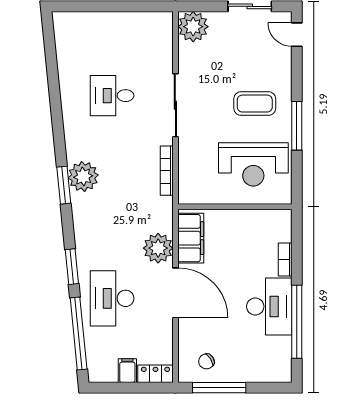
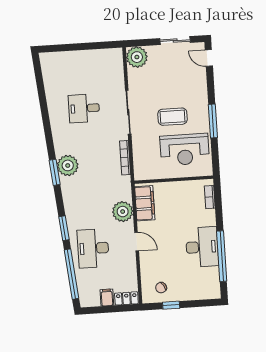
coffee table: (255, 104) -> (173, 117), moved
bookcase: (285, 260) -> (210, 197), moved
door: (175, 293) -> (137, 242), width x0.53
window: (219, 388) -> (171, 305), width x0.46

